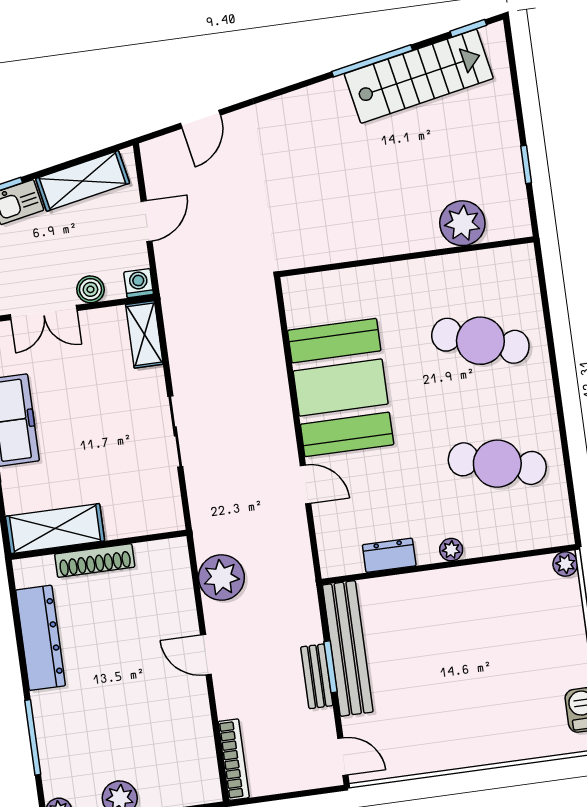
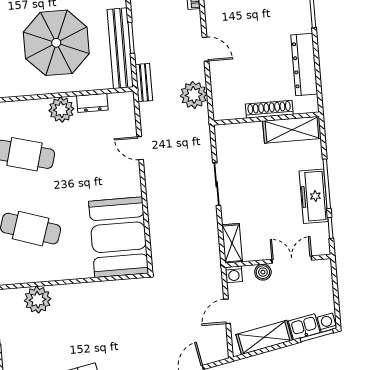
booth: (341, 387) -> (119, 237), moved
plant: (451, 550) -> (61, 110), width x1.88, depth x1.88
parasol: (454, 652) -> (56, 43), added
bench: (317, 676) -> (144, 83), moved

